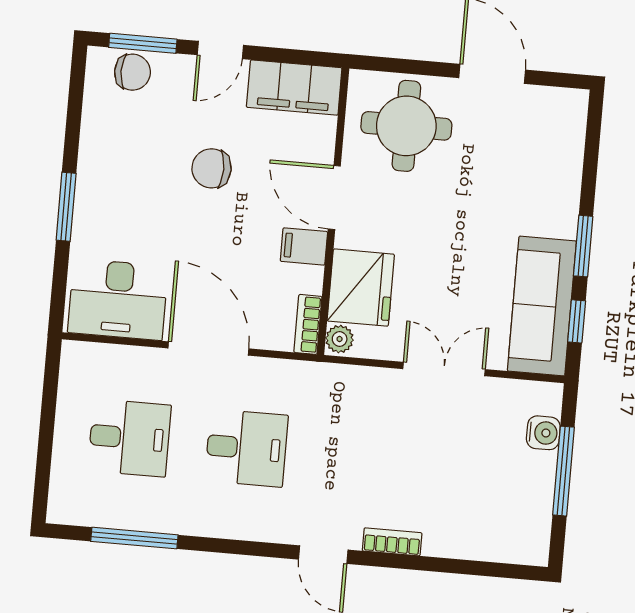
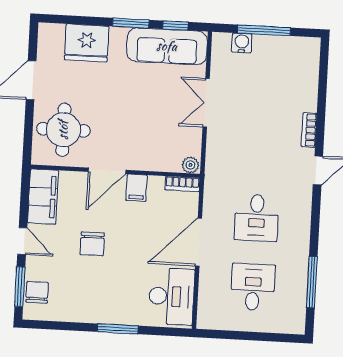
fridge: (361, 288) -> (87, 43), moved, turned 180
desk: (246, 448) -> (257, 218), turned 180

